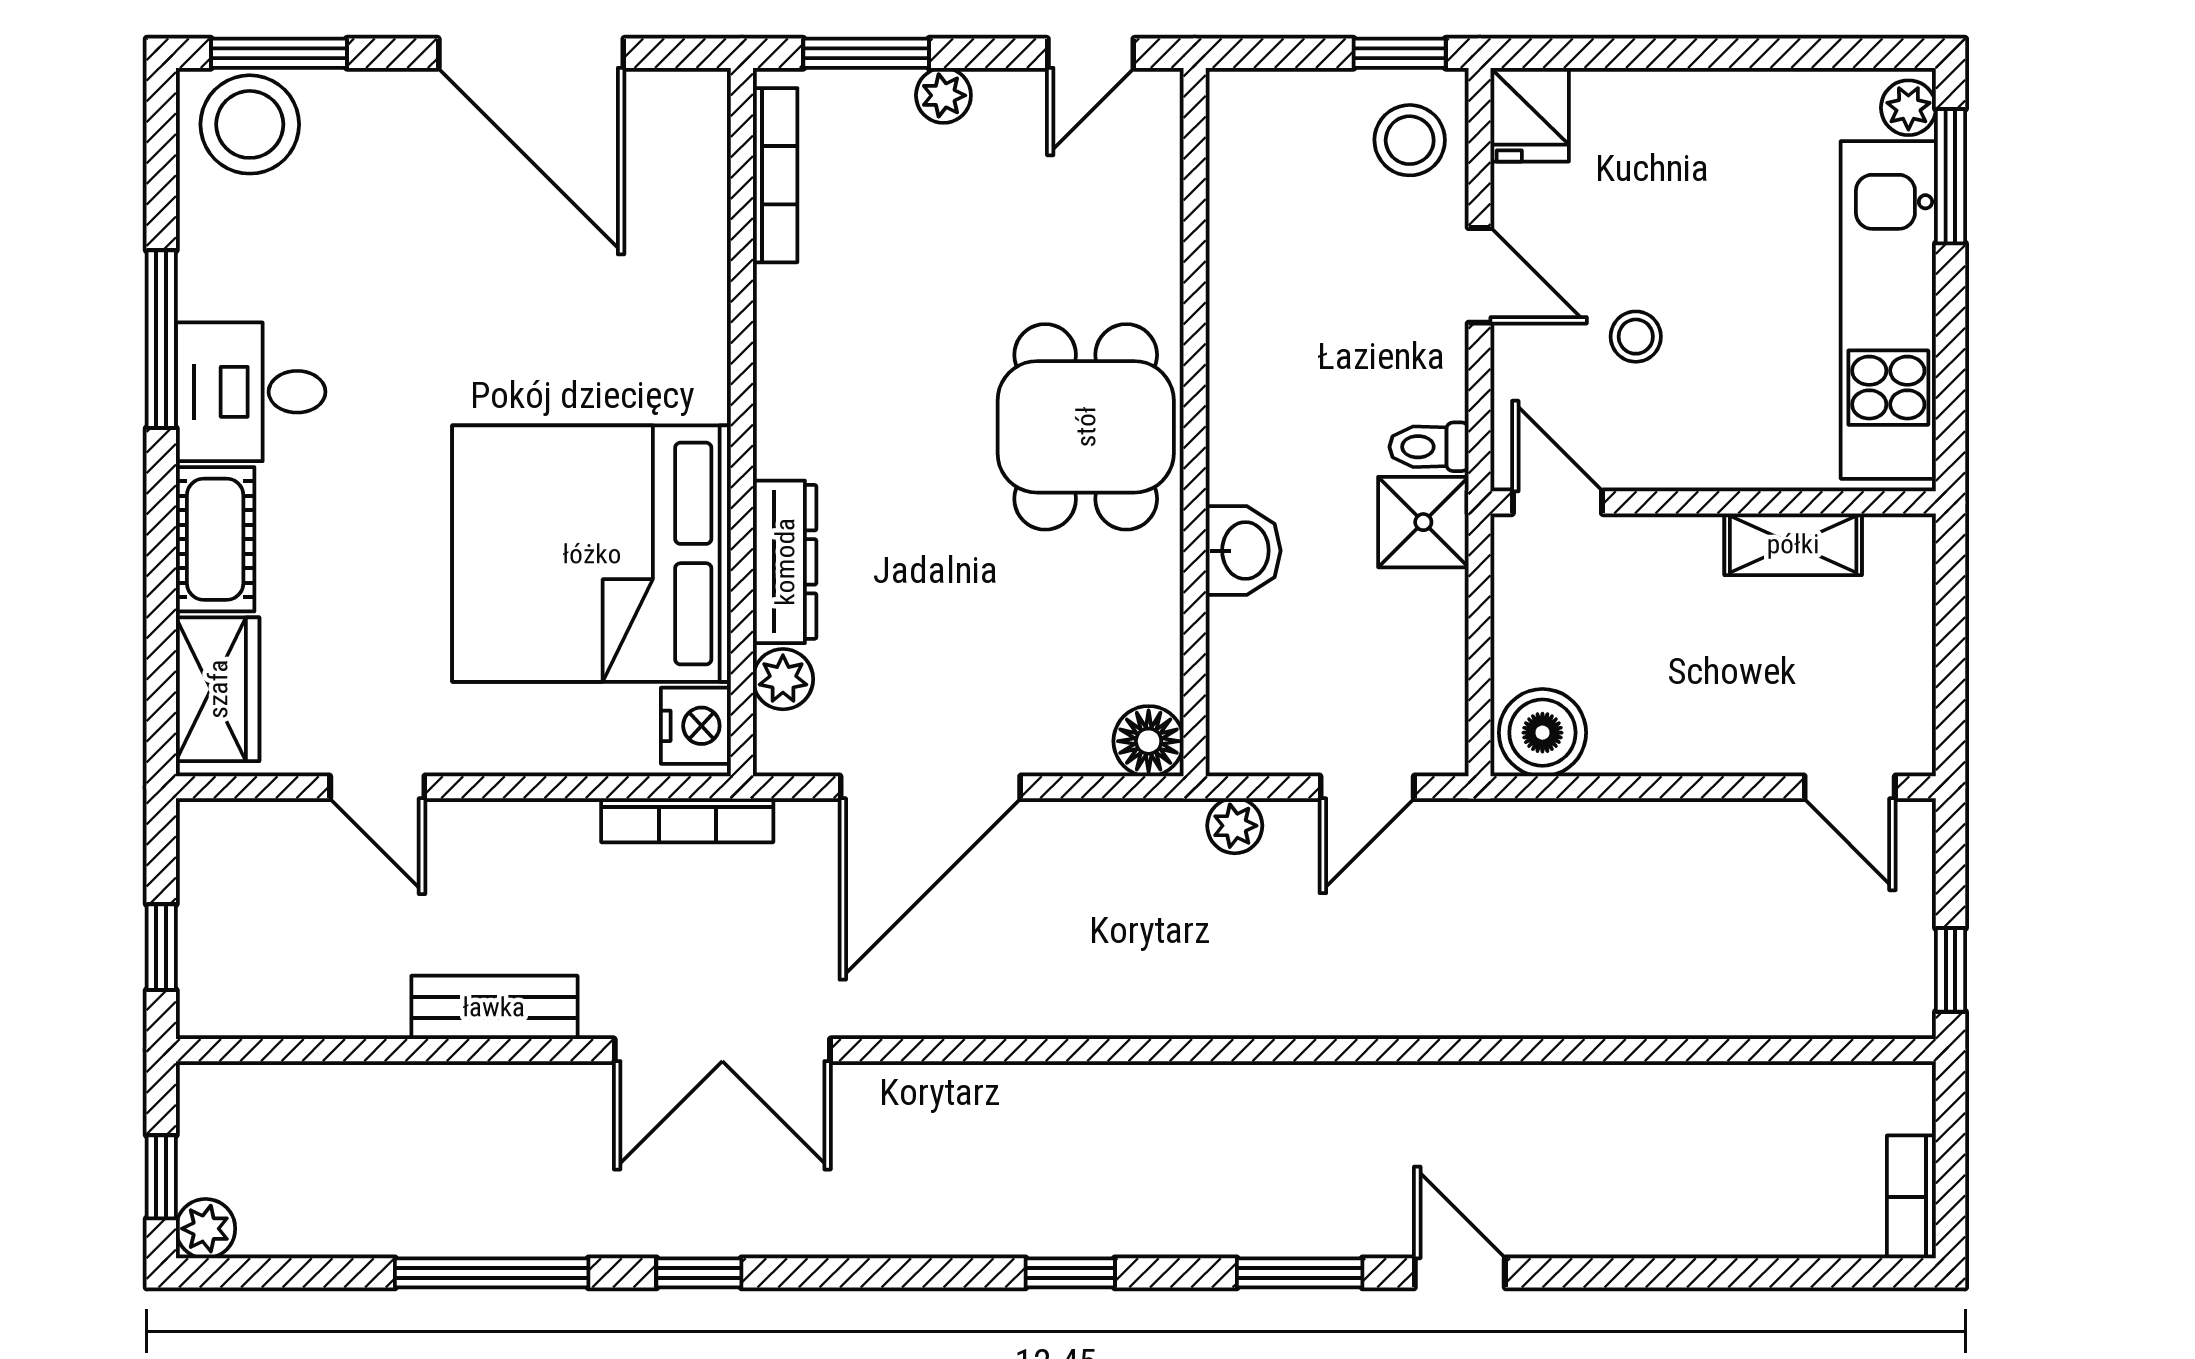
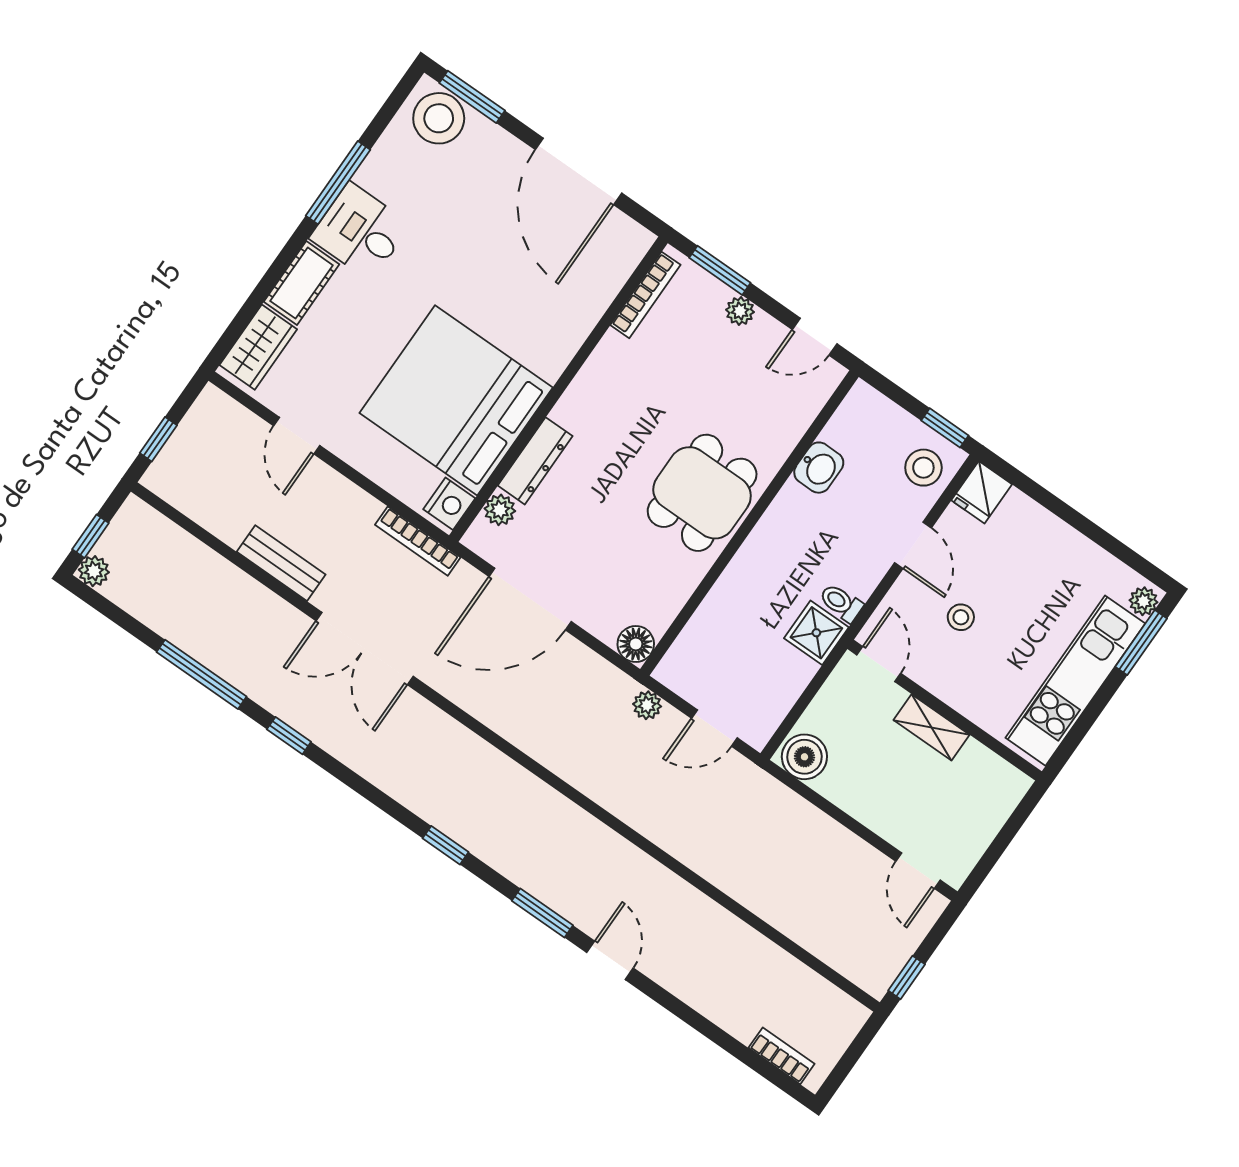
shelving: (1793, 544) -> (932, 727), moved
washbasin: (1243, 551) -> (819, 468), moved
bookcase: (1911, 1197) -> (781, 1056), moved, turned 90

